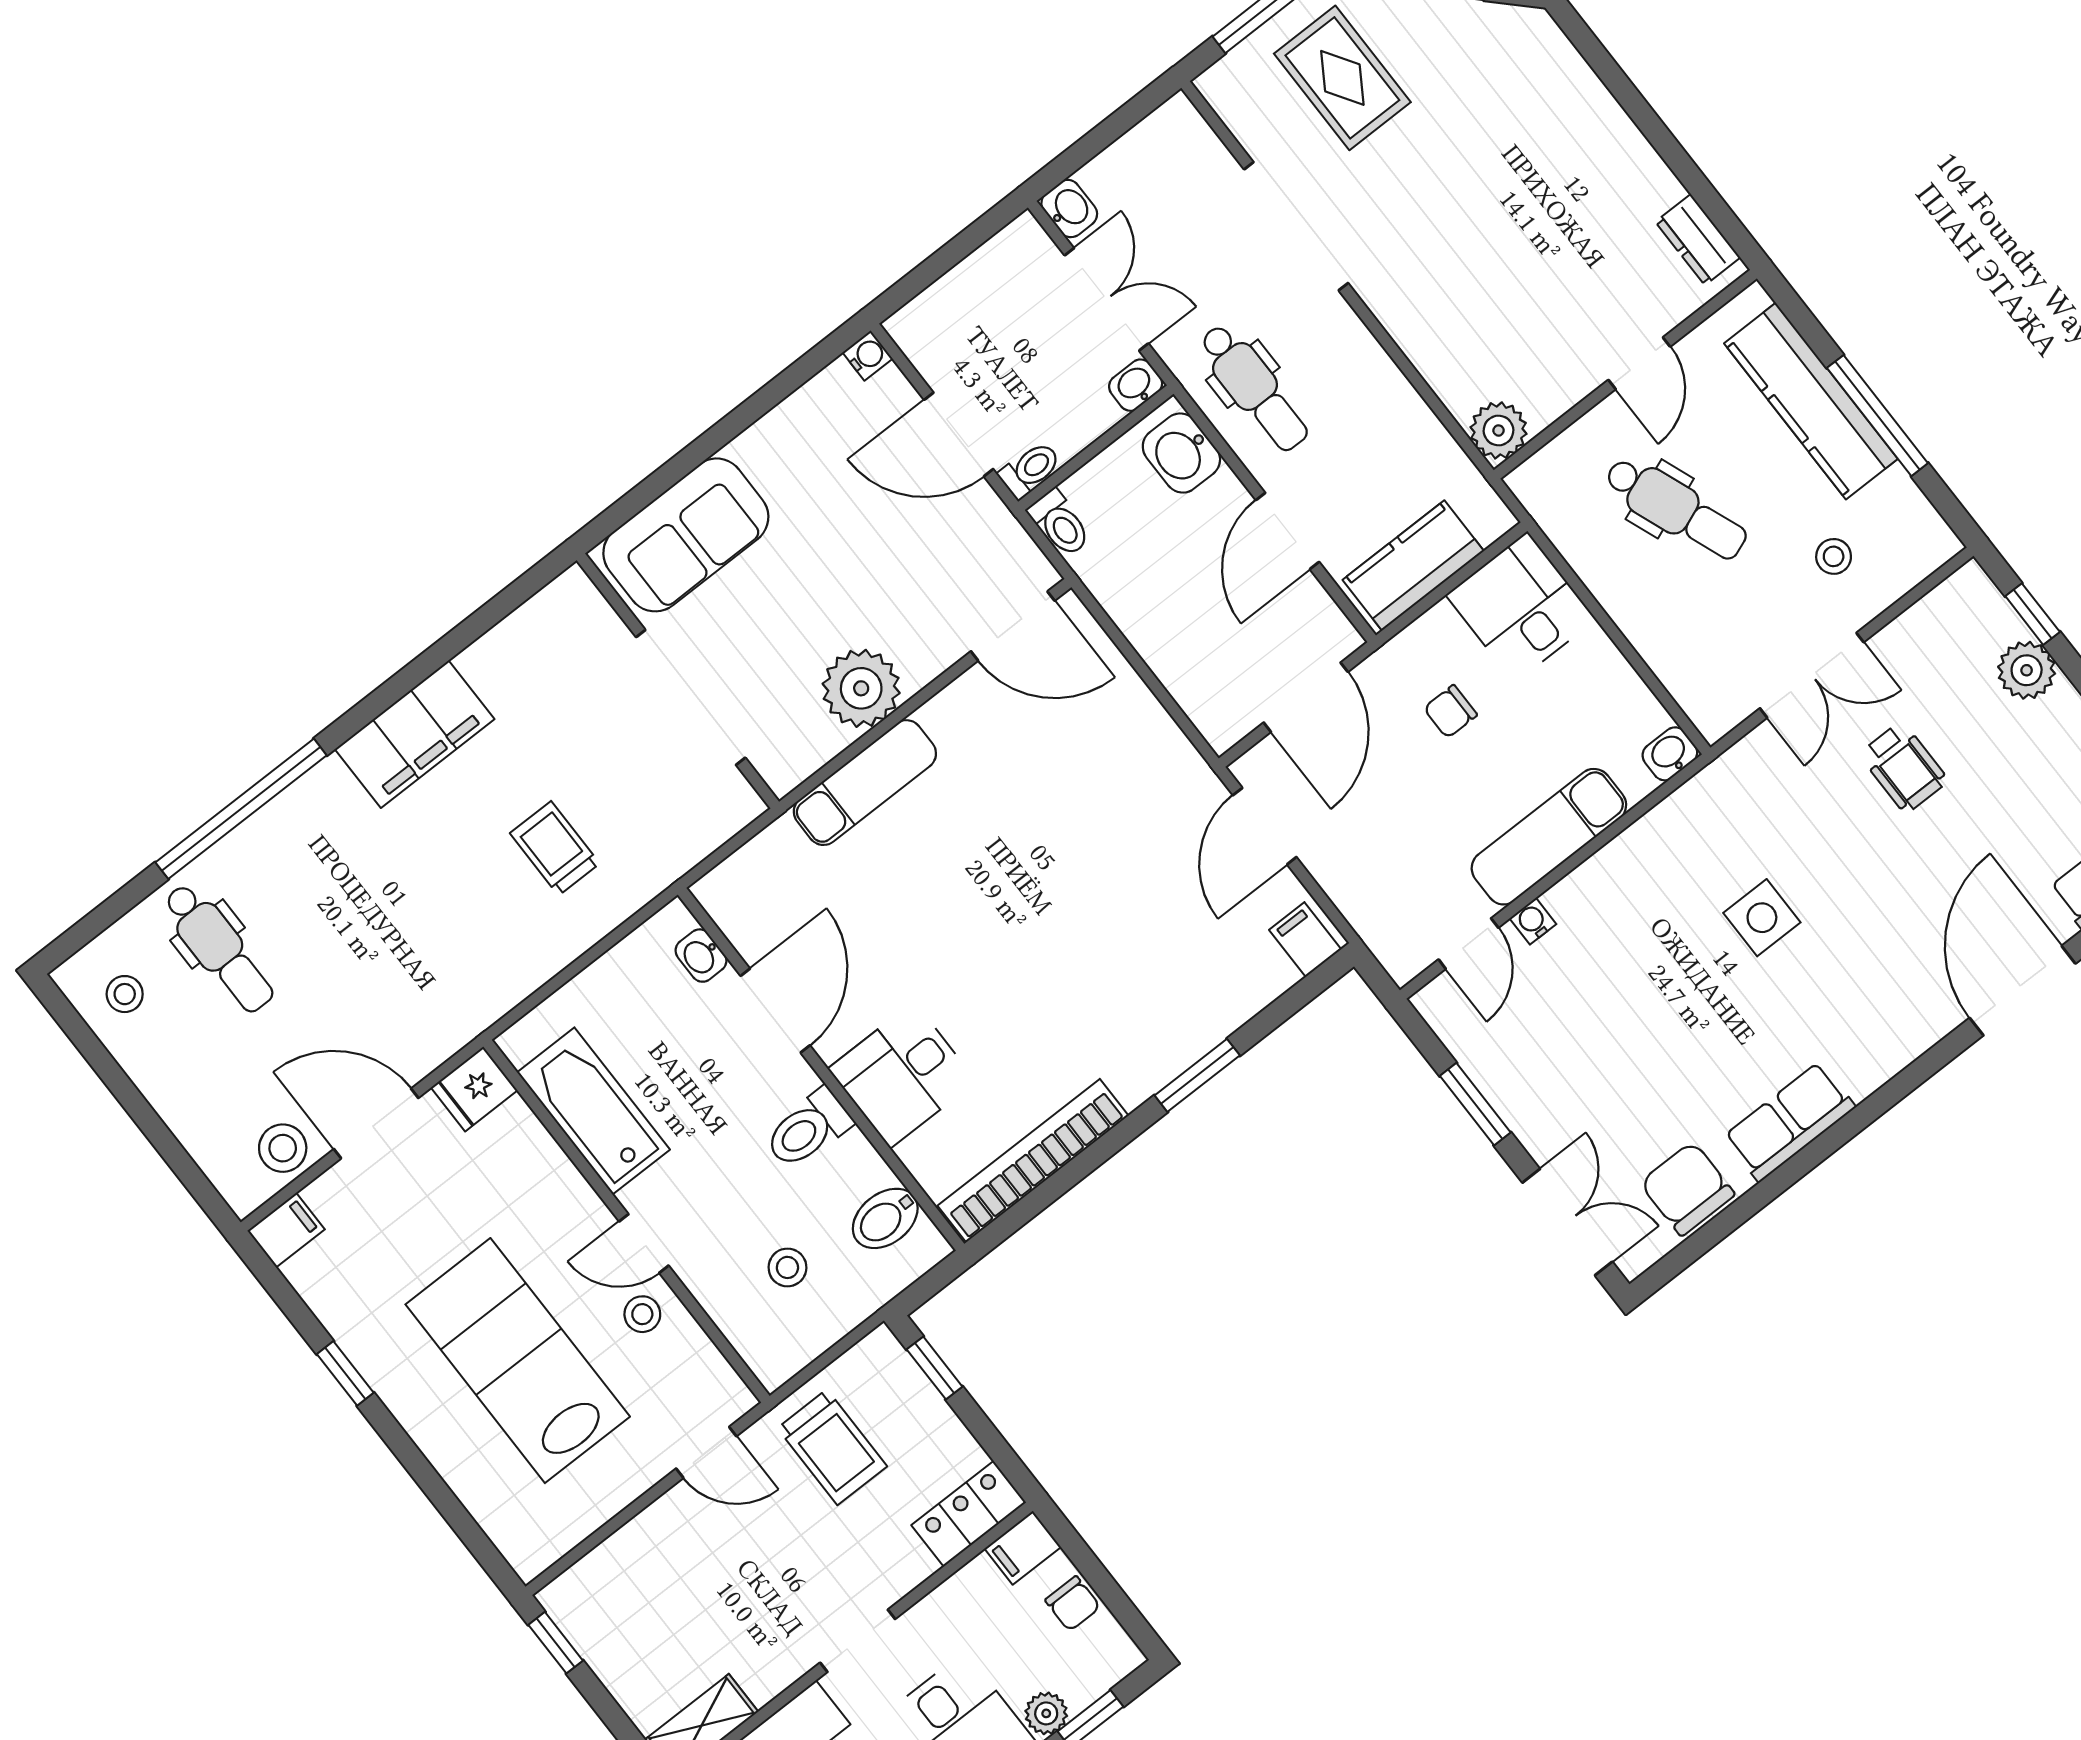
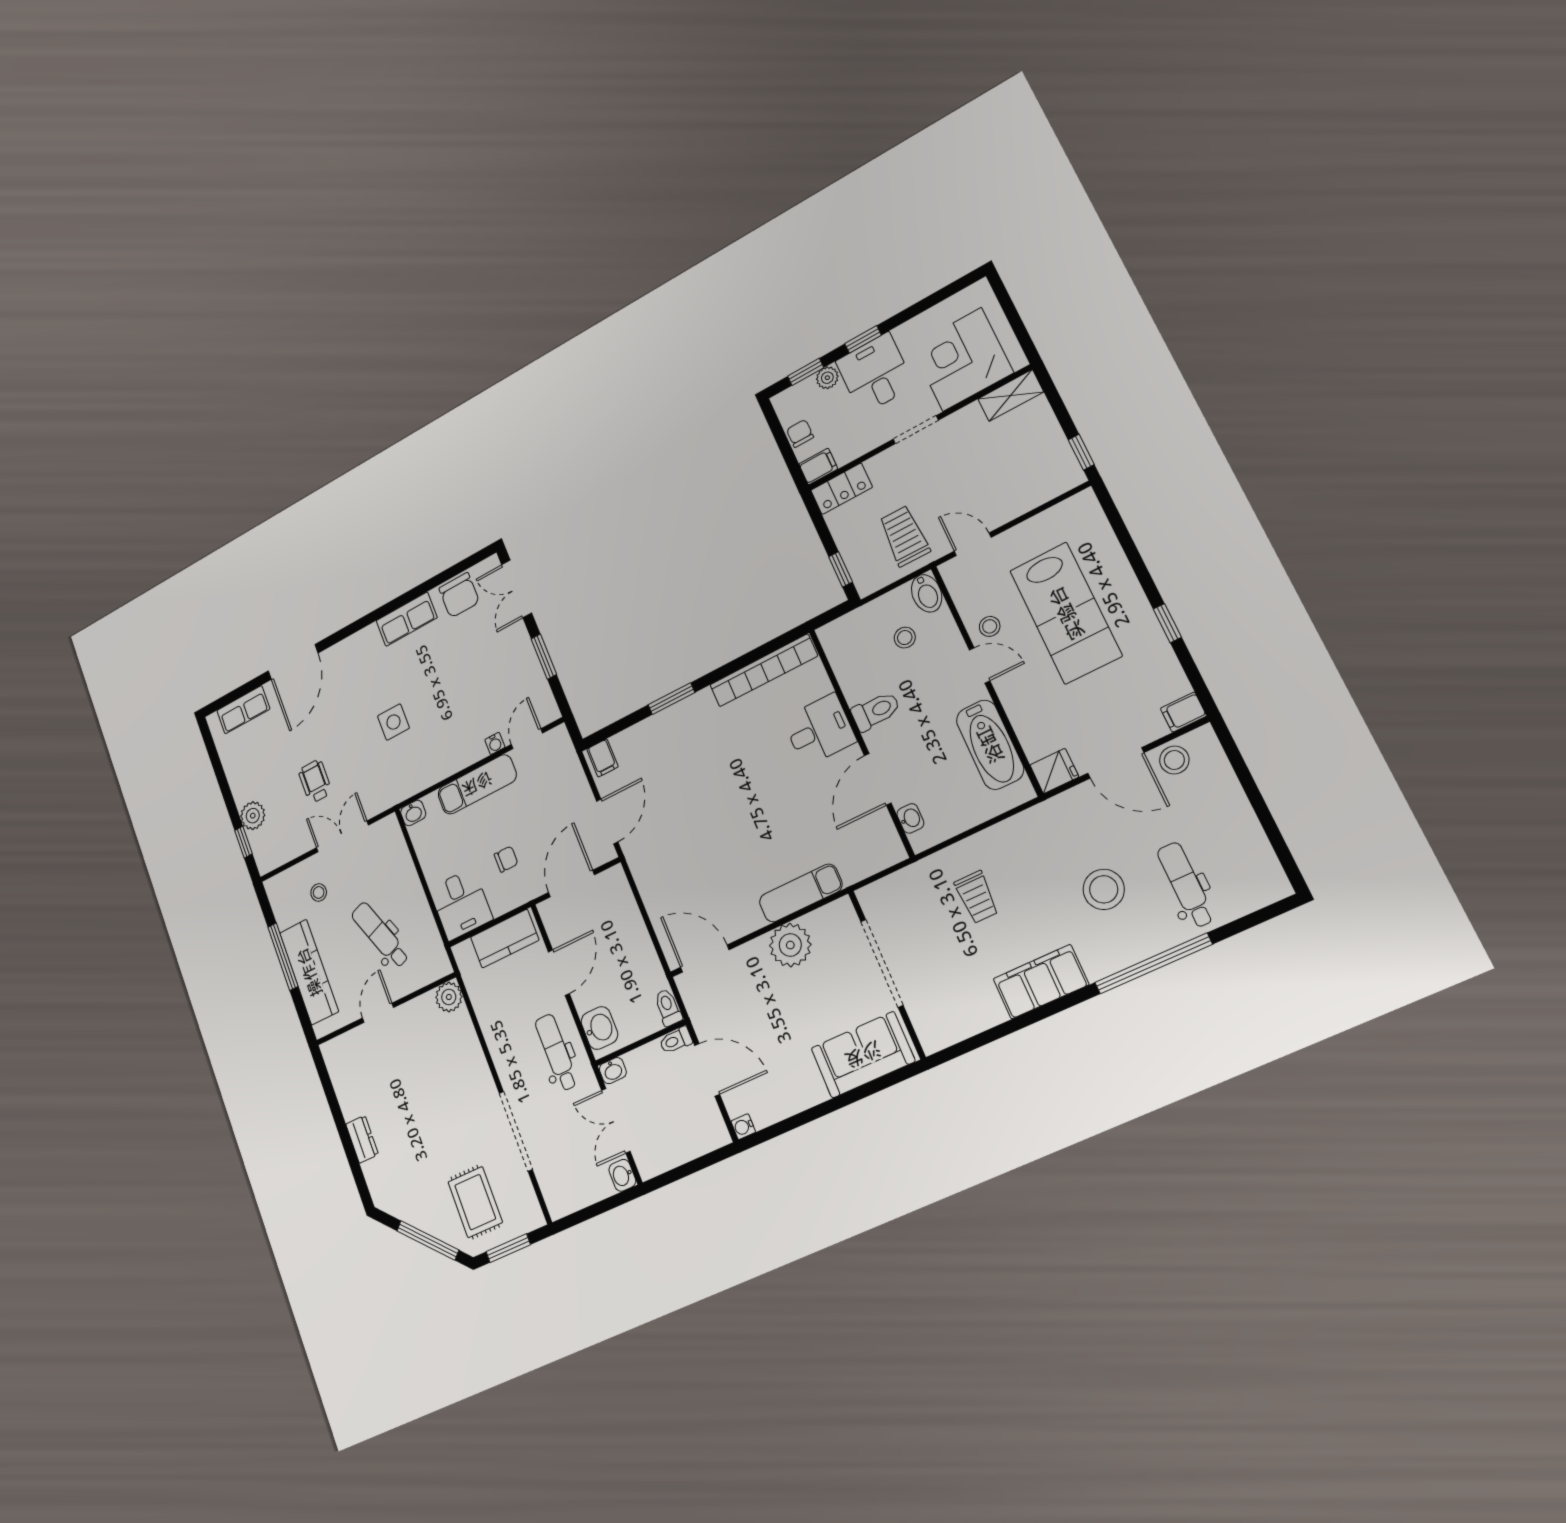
dresser: (1698, 240) -> (362, 1139), moved
stool: (125, 994) -> (1104, 889), moved, width x1.89, depth x1.89
bidet: (885, 1218) -> (927, 593), moved, turned 90

